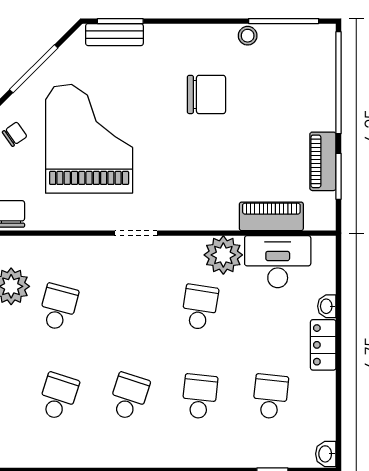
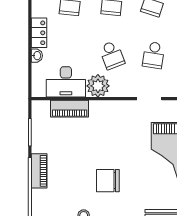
piano: (323, 161) -> (39, 171), moved
school desk: (129, 307) -> (154, 55), added
school desk: (200, 307) -> (112, 55), turned -30

